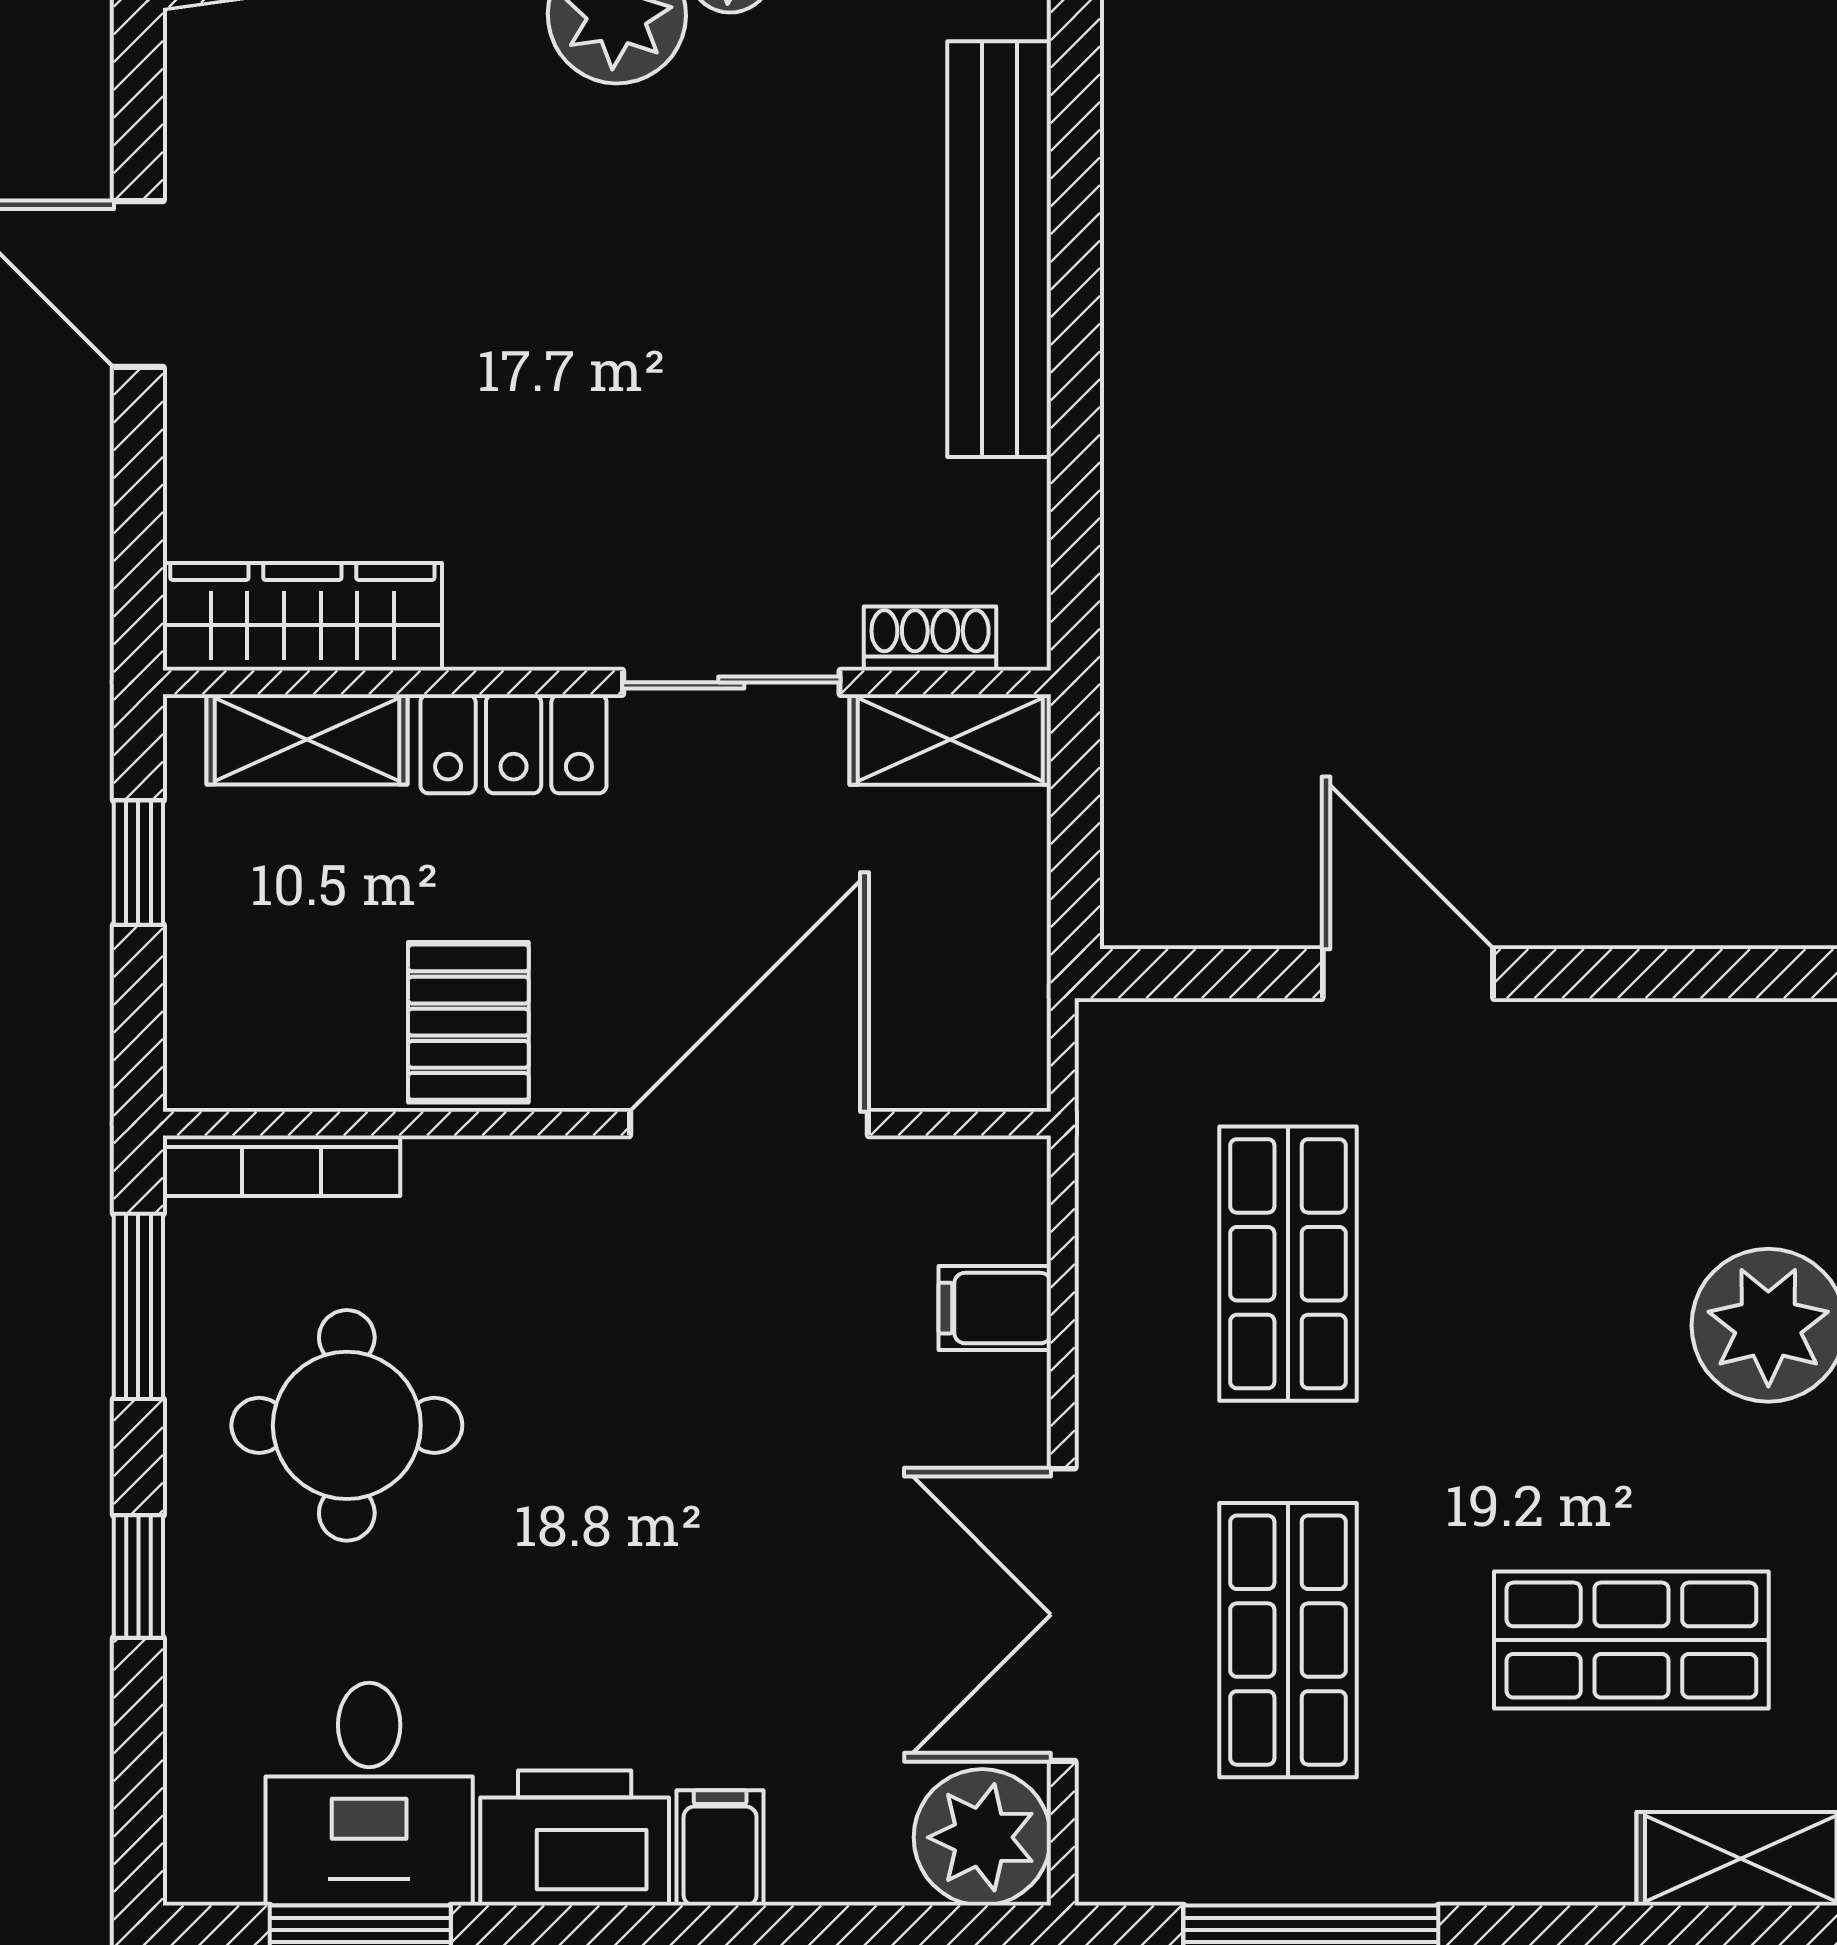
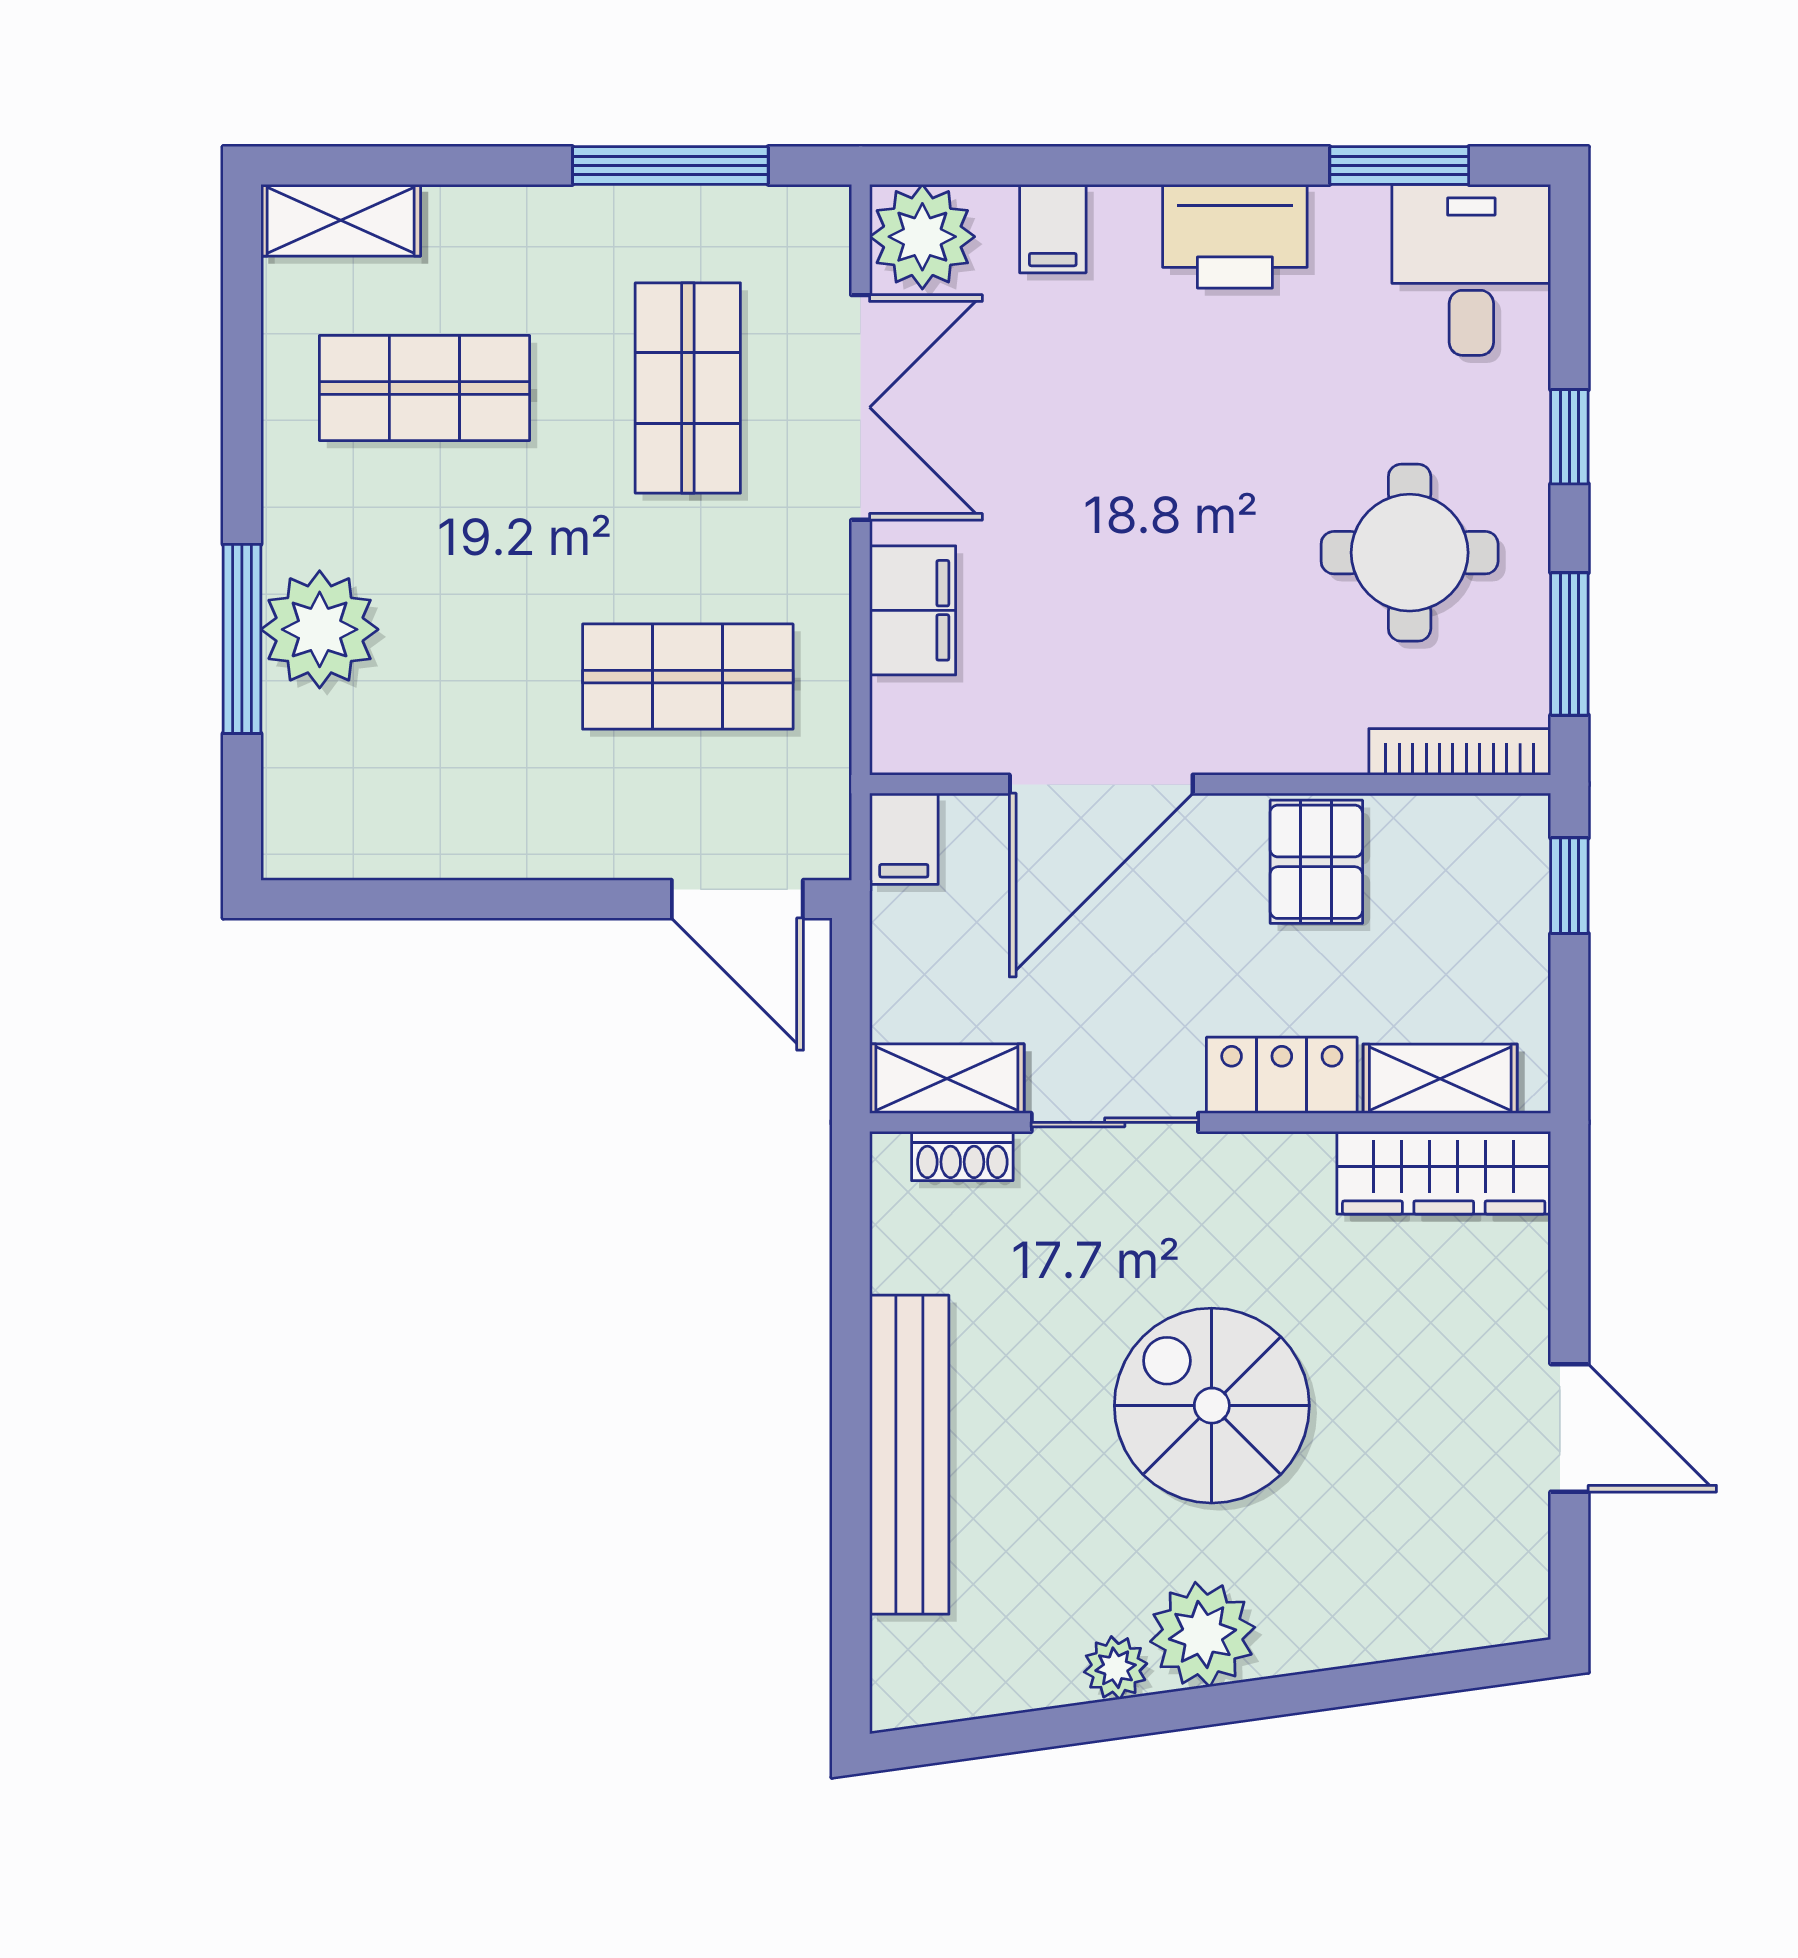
spiral stairs: (605, 313) -> (1212, 1406), added
window: (138, 863) -> (1569, 886), moved
door: (1408, 974) -> (737, 899), moved
filing cabinet: (1006, 1052) -> (904, 839), added
shop shelf: (1288, 1264) -> (688, 677), turned 90
filing cabinet: (995, 1308) -> (913, 610), width x2.00
desk: (369, 1794) -> (1471, 270), moved
filing cabinet: (720, 1848) -> (1053, 229), moved

